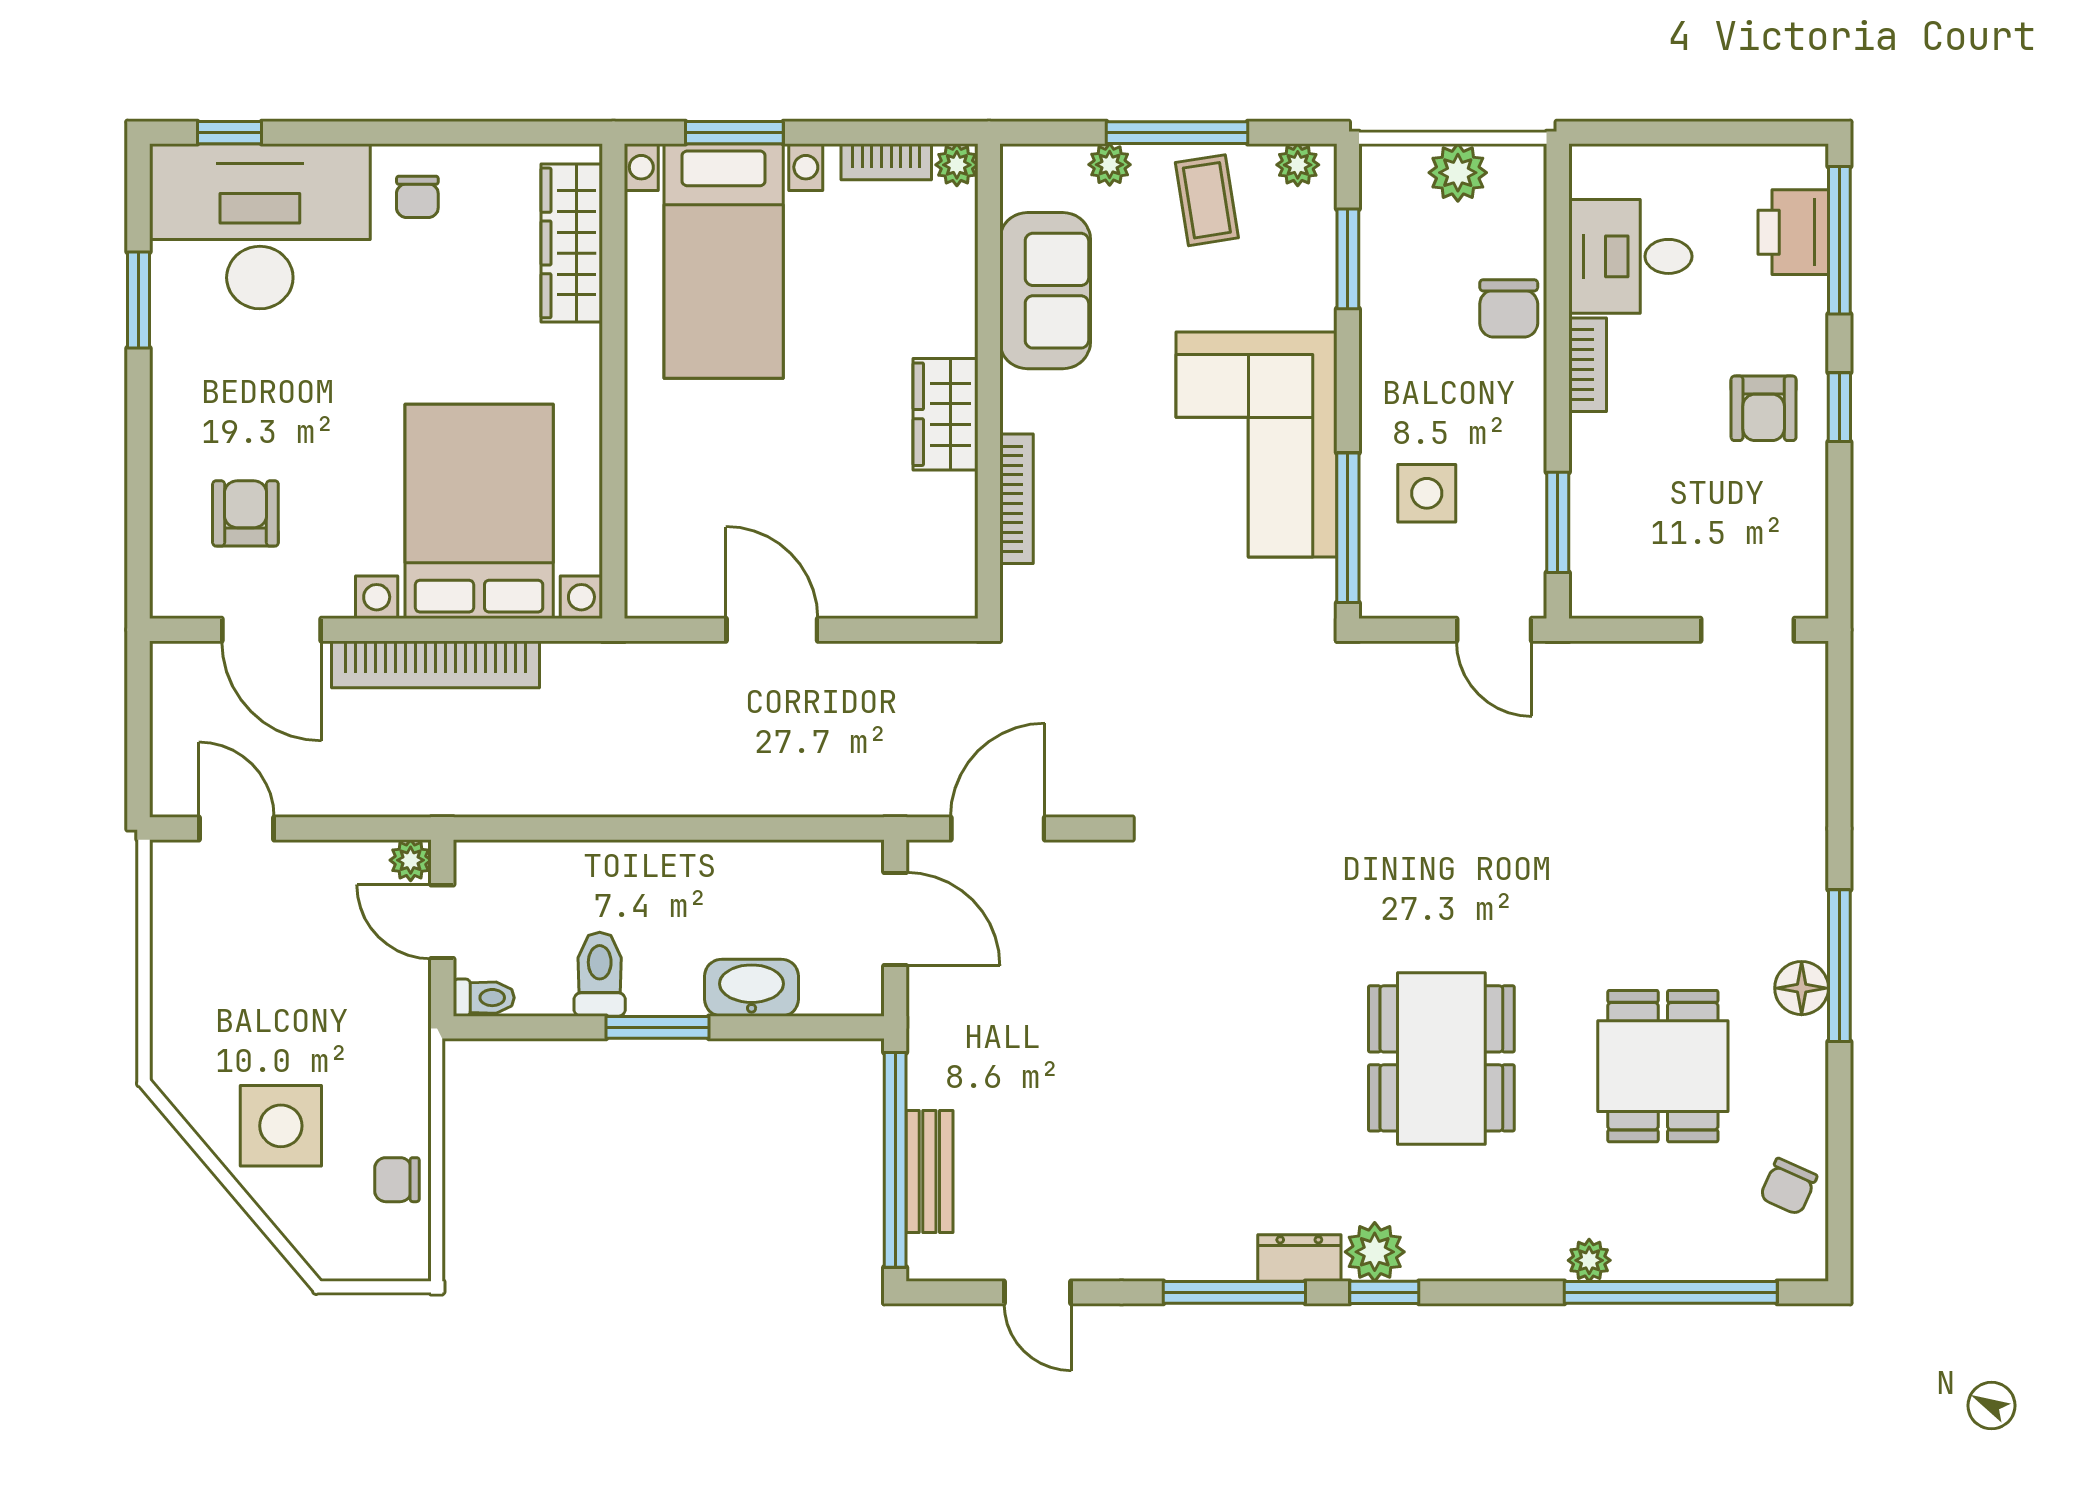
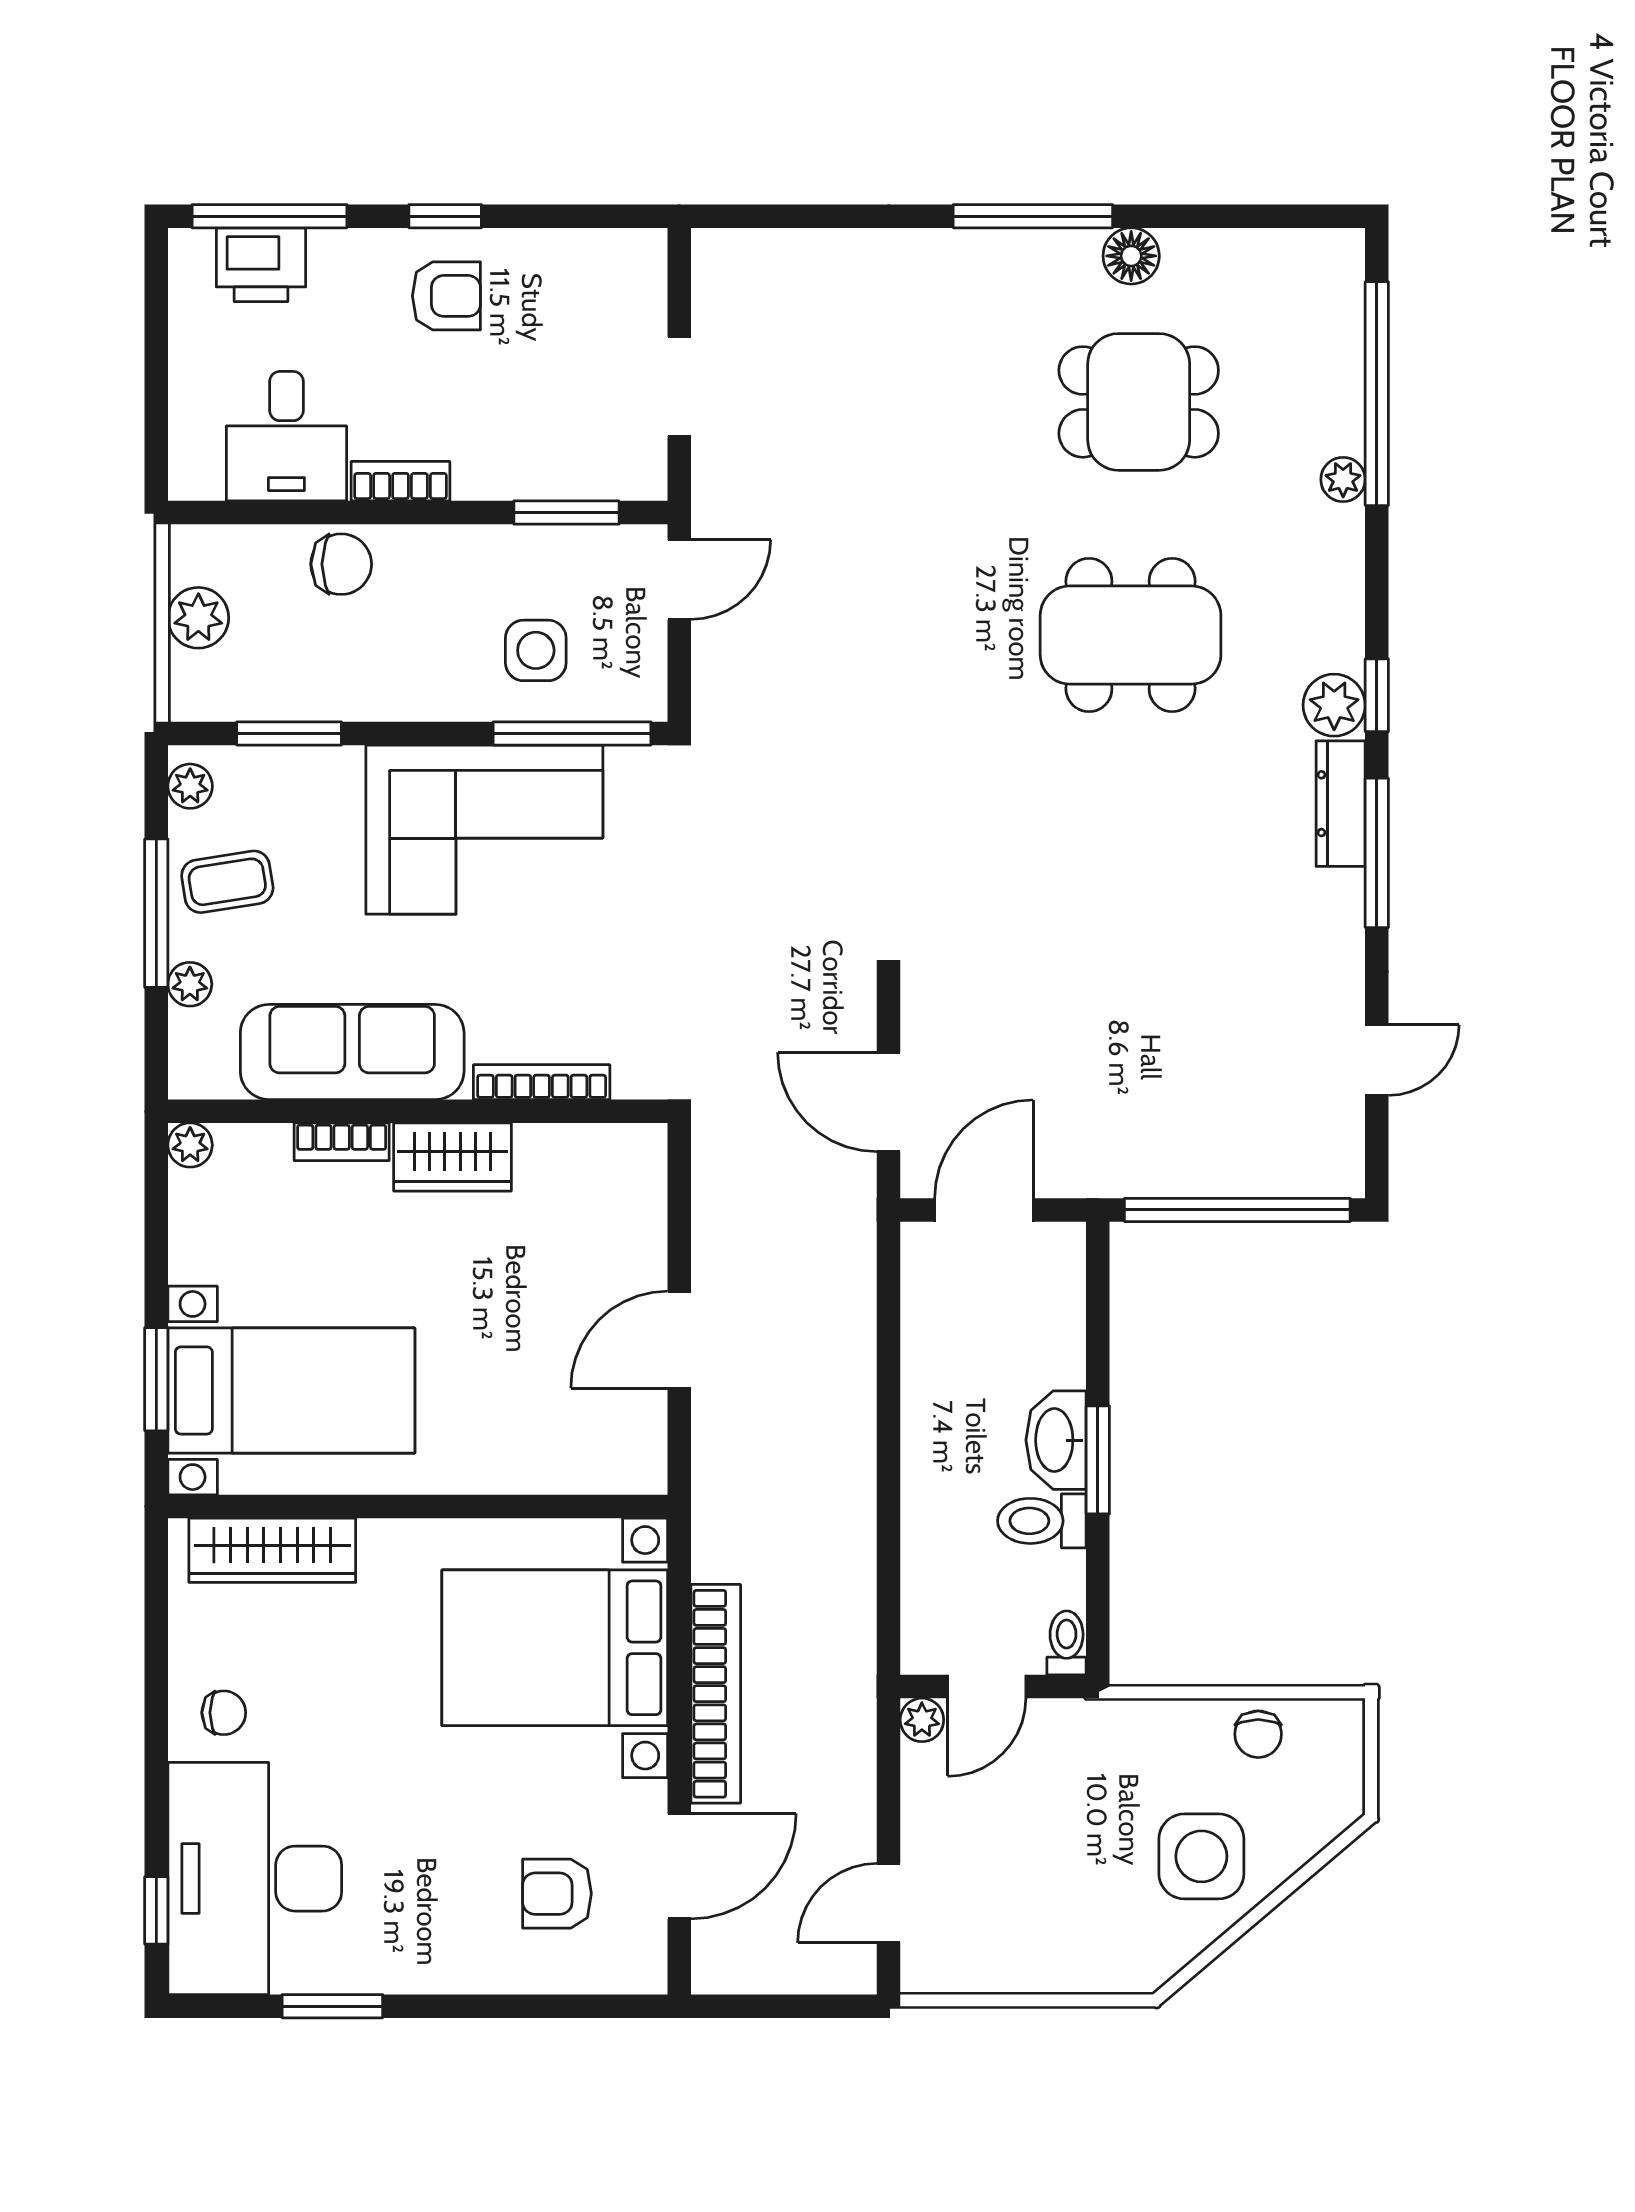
bookcase: (886, 162) -> (342, 1142), moved, turned 90
sofa: (1045, 291) -> (352, 1052), width x1.36
doorway: (1747, 630) -> (679, 386), moved
washbasin: (752, 988) -> (1056, 1440), moved
floor lamp: (1802, 988) -> (1131, 256), moved
bench: (929, 1171) -> (1249, 1174), removed
chair: (1788, 1187) -> (1265, 270), removed
dresser: (1299, 1258) -> (1341, 804), width x1.44

